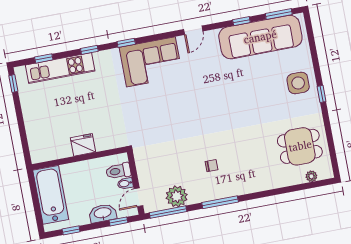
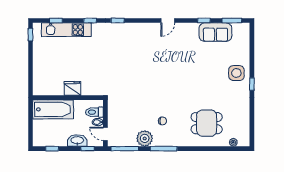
sofa: (260, 37) -> (215, 32), width x0.54, depth x0.79
corner sofa: (151, 62) -> (133, 38), removed
dining table: (300, 146) -> (207, 123), moved
bathtub: (51, 195) -> (53, 109), moved, turned 90
plant: (177, 196) -> (145, 138), moved
door: (138, 197) -> (105, 134), hinge flipped

